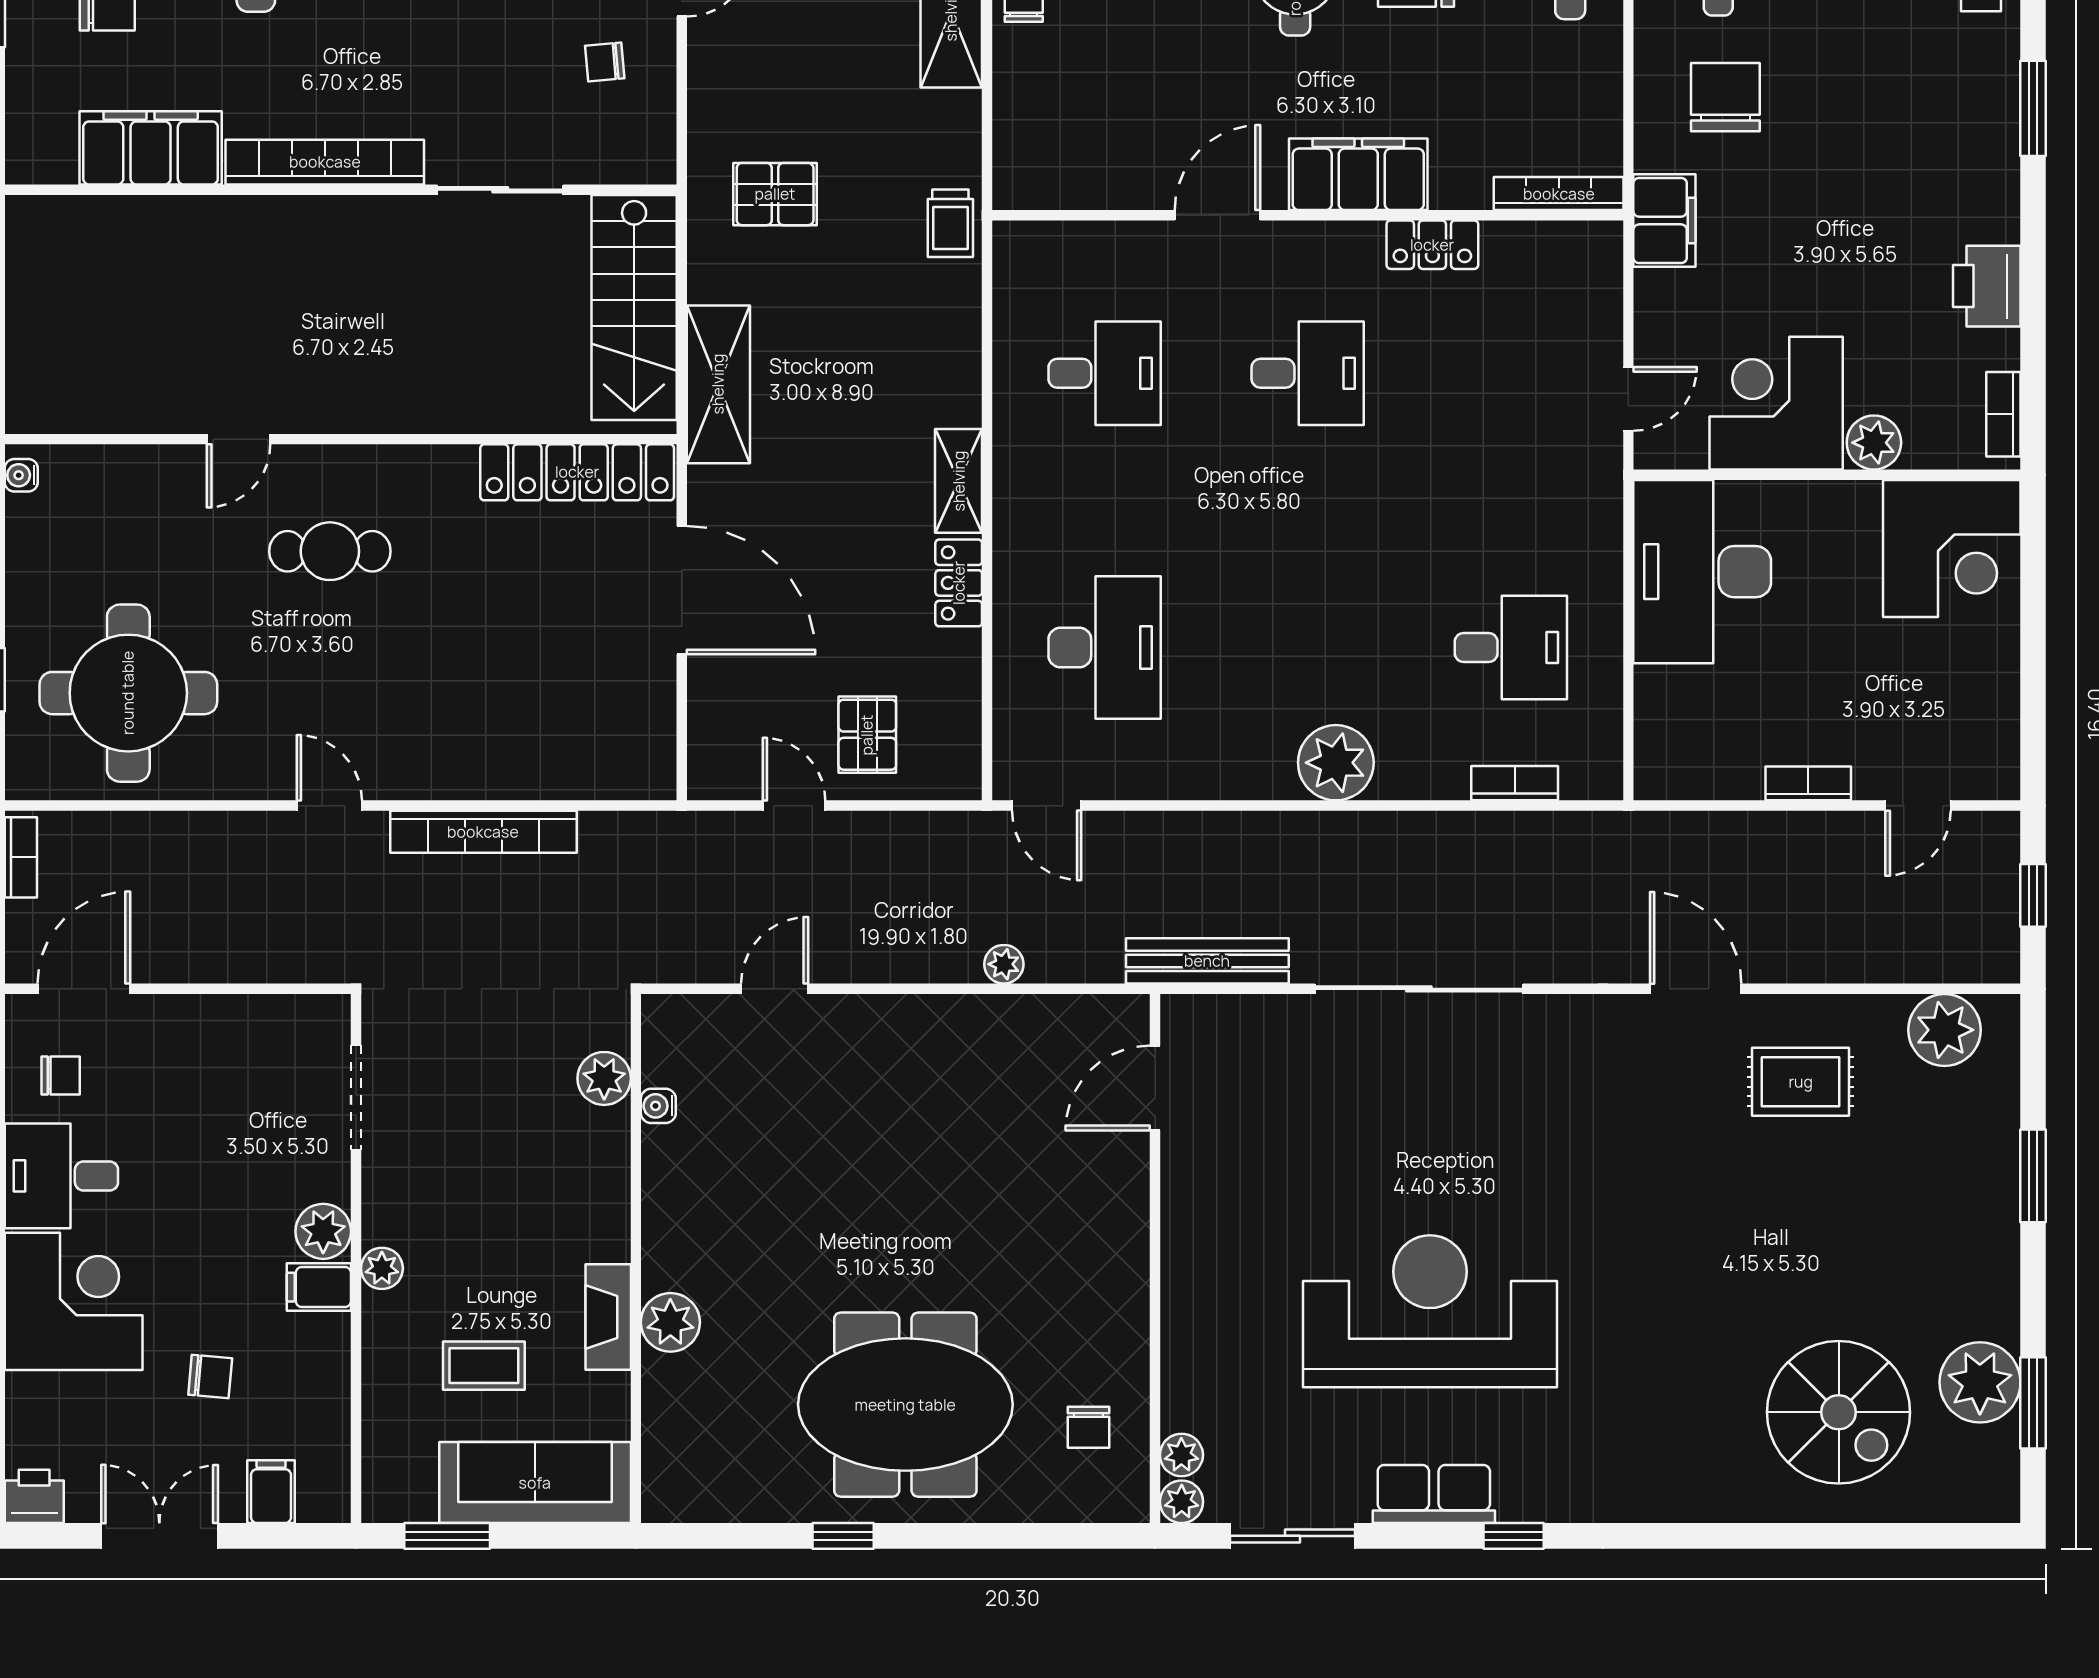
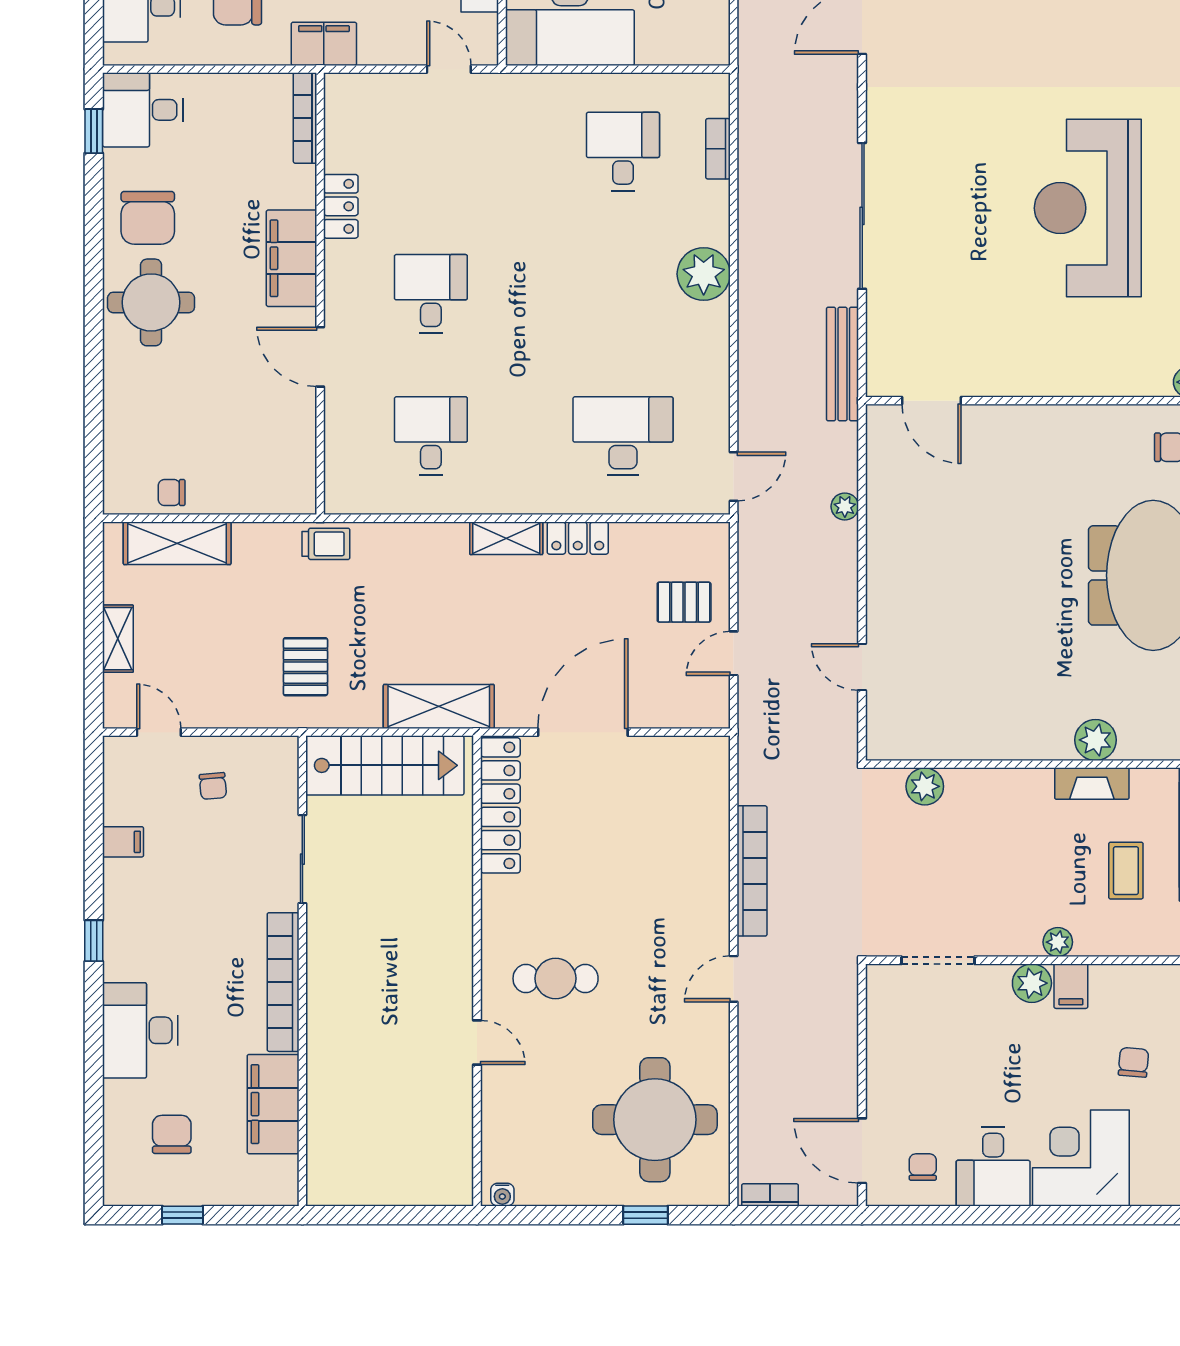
cafe table: (330, 551) -> (556, 978), turned 90
water cooler: (658, 1106) -> (944, 748), removed

